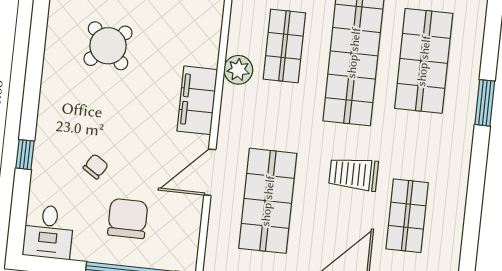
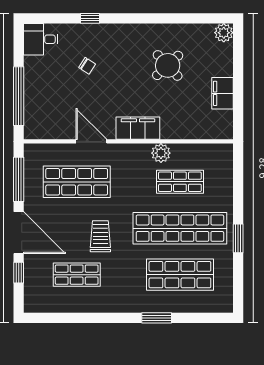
chair: (128, 218) -> (55, 91), removed

